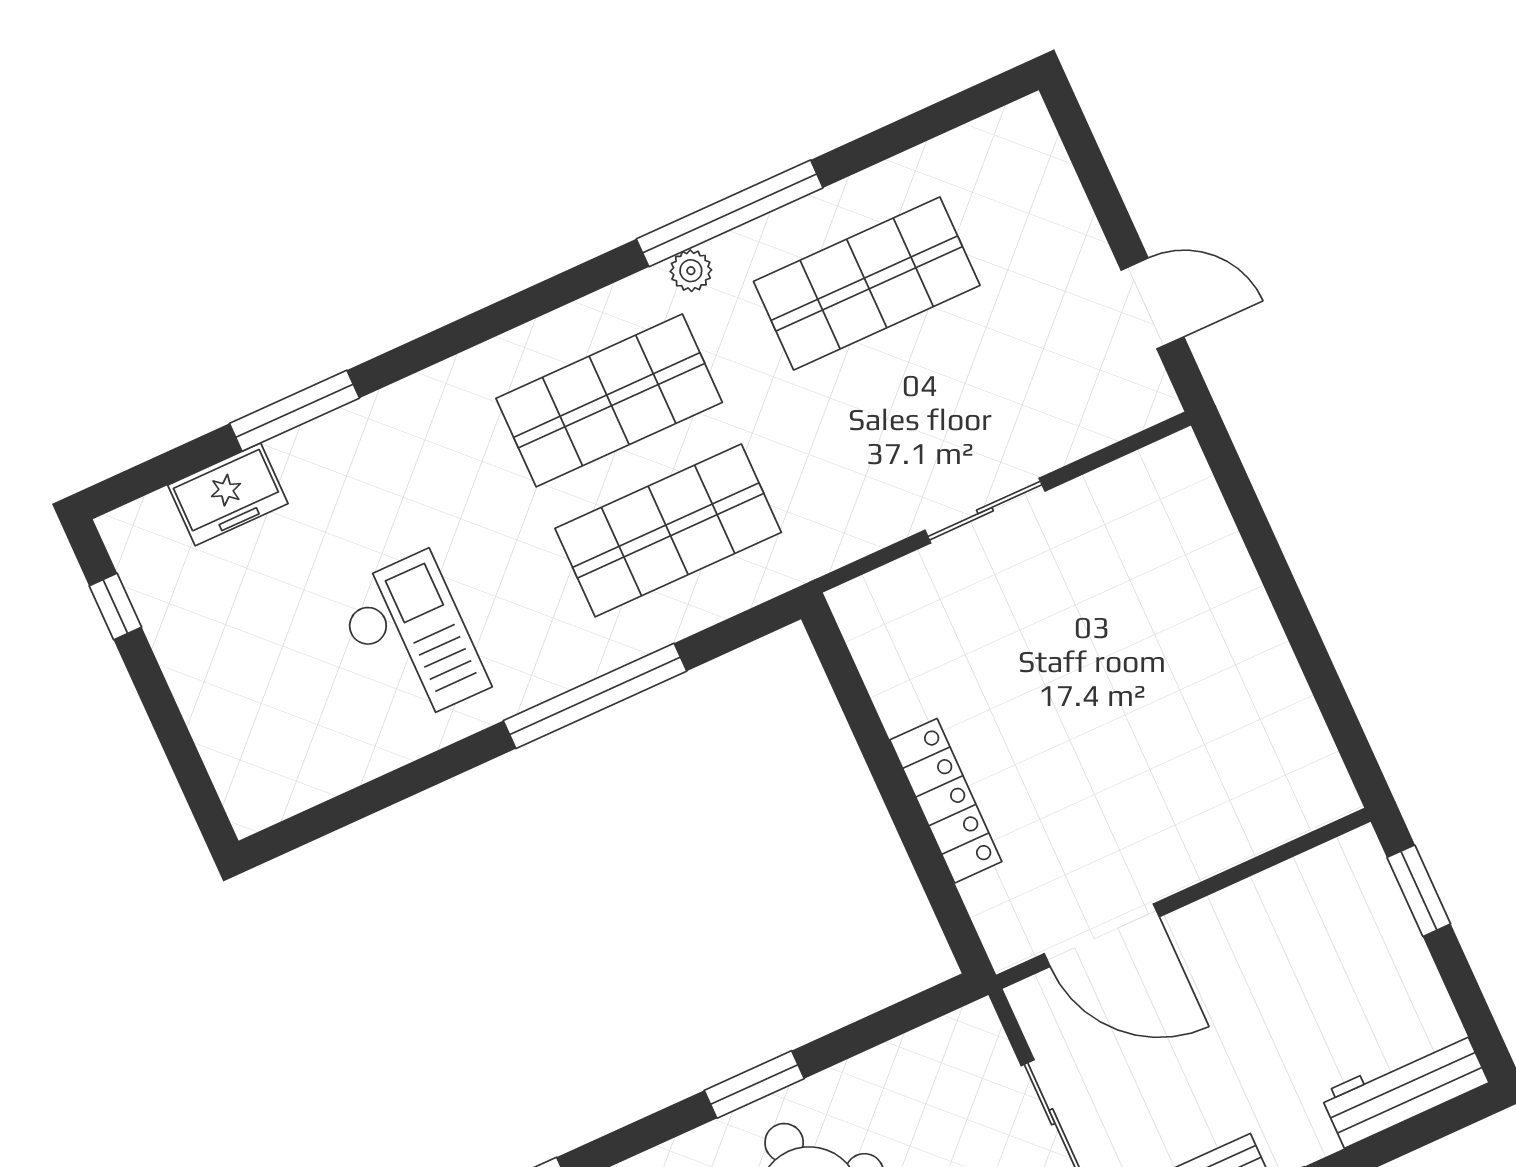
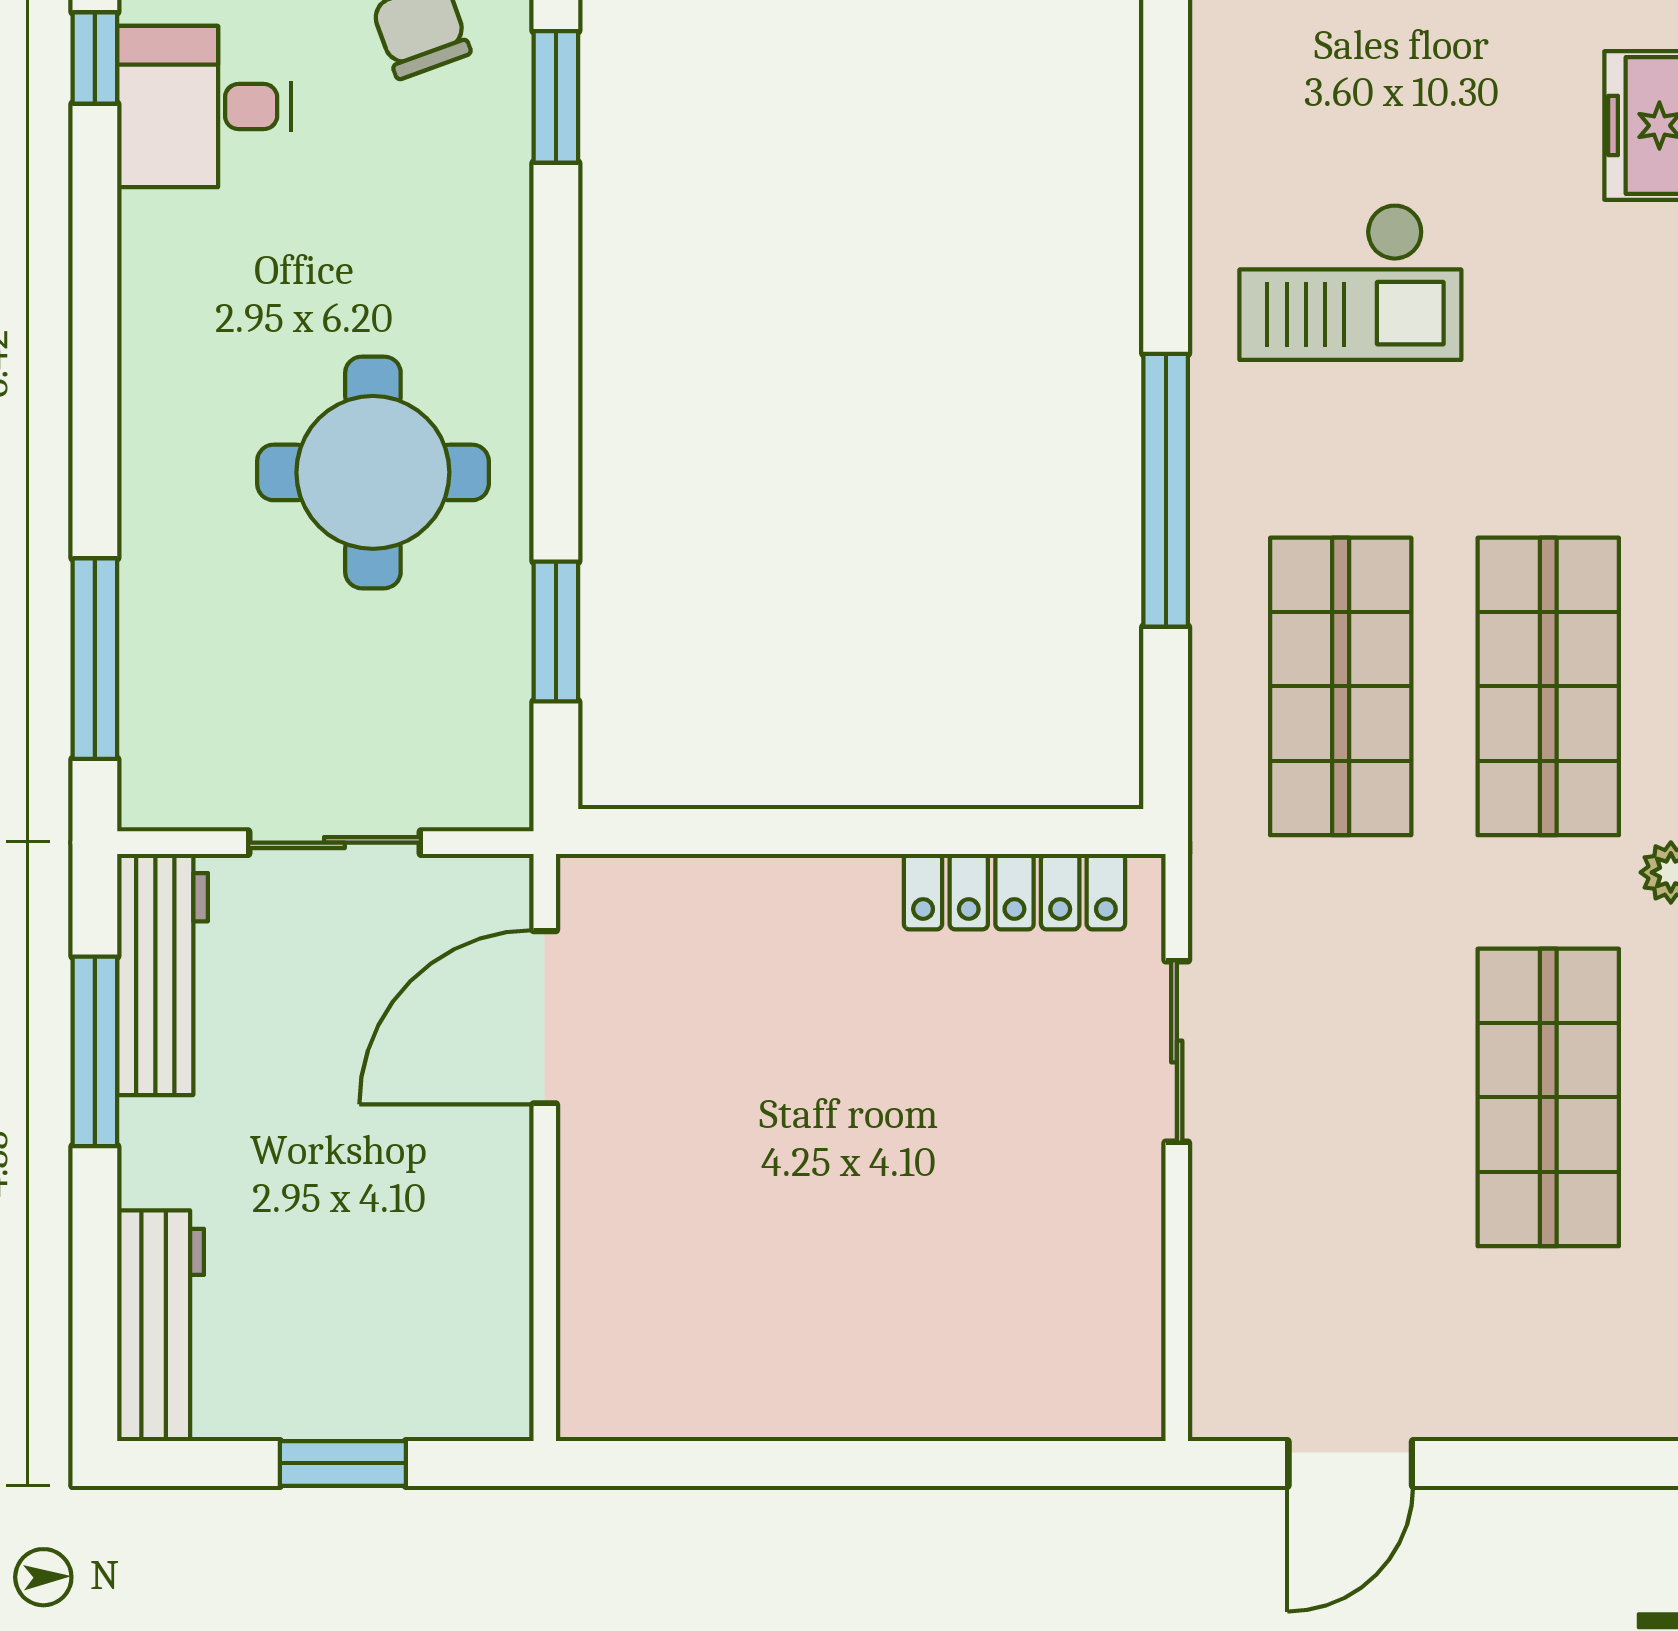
sliding door: (985, 511) -> (1177, 1051), moved
locker: (946, 801) -> (1014, 892), moved
window: (1419, 891) -> (343, 1463), moved
window: (754, 1084) -> (556, 631), moved

